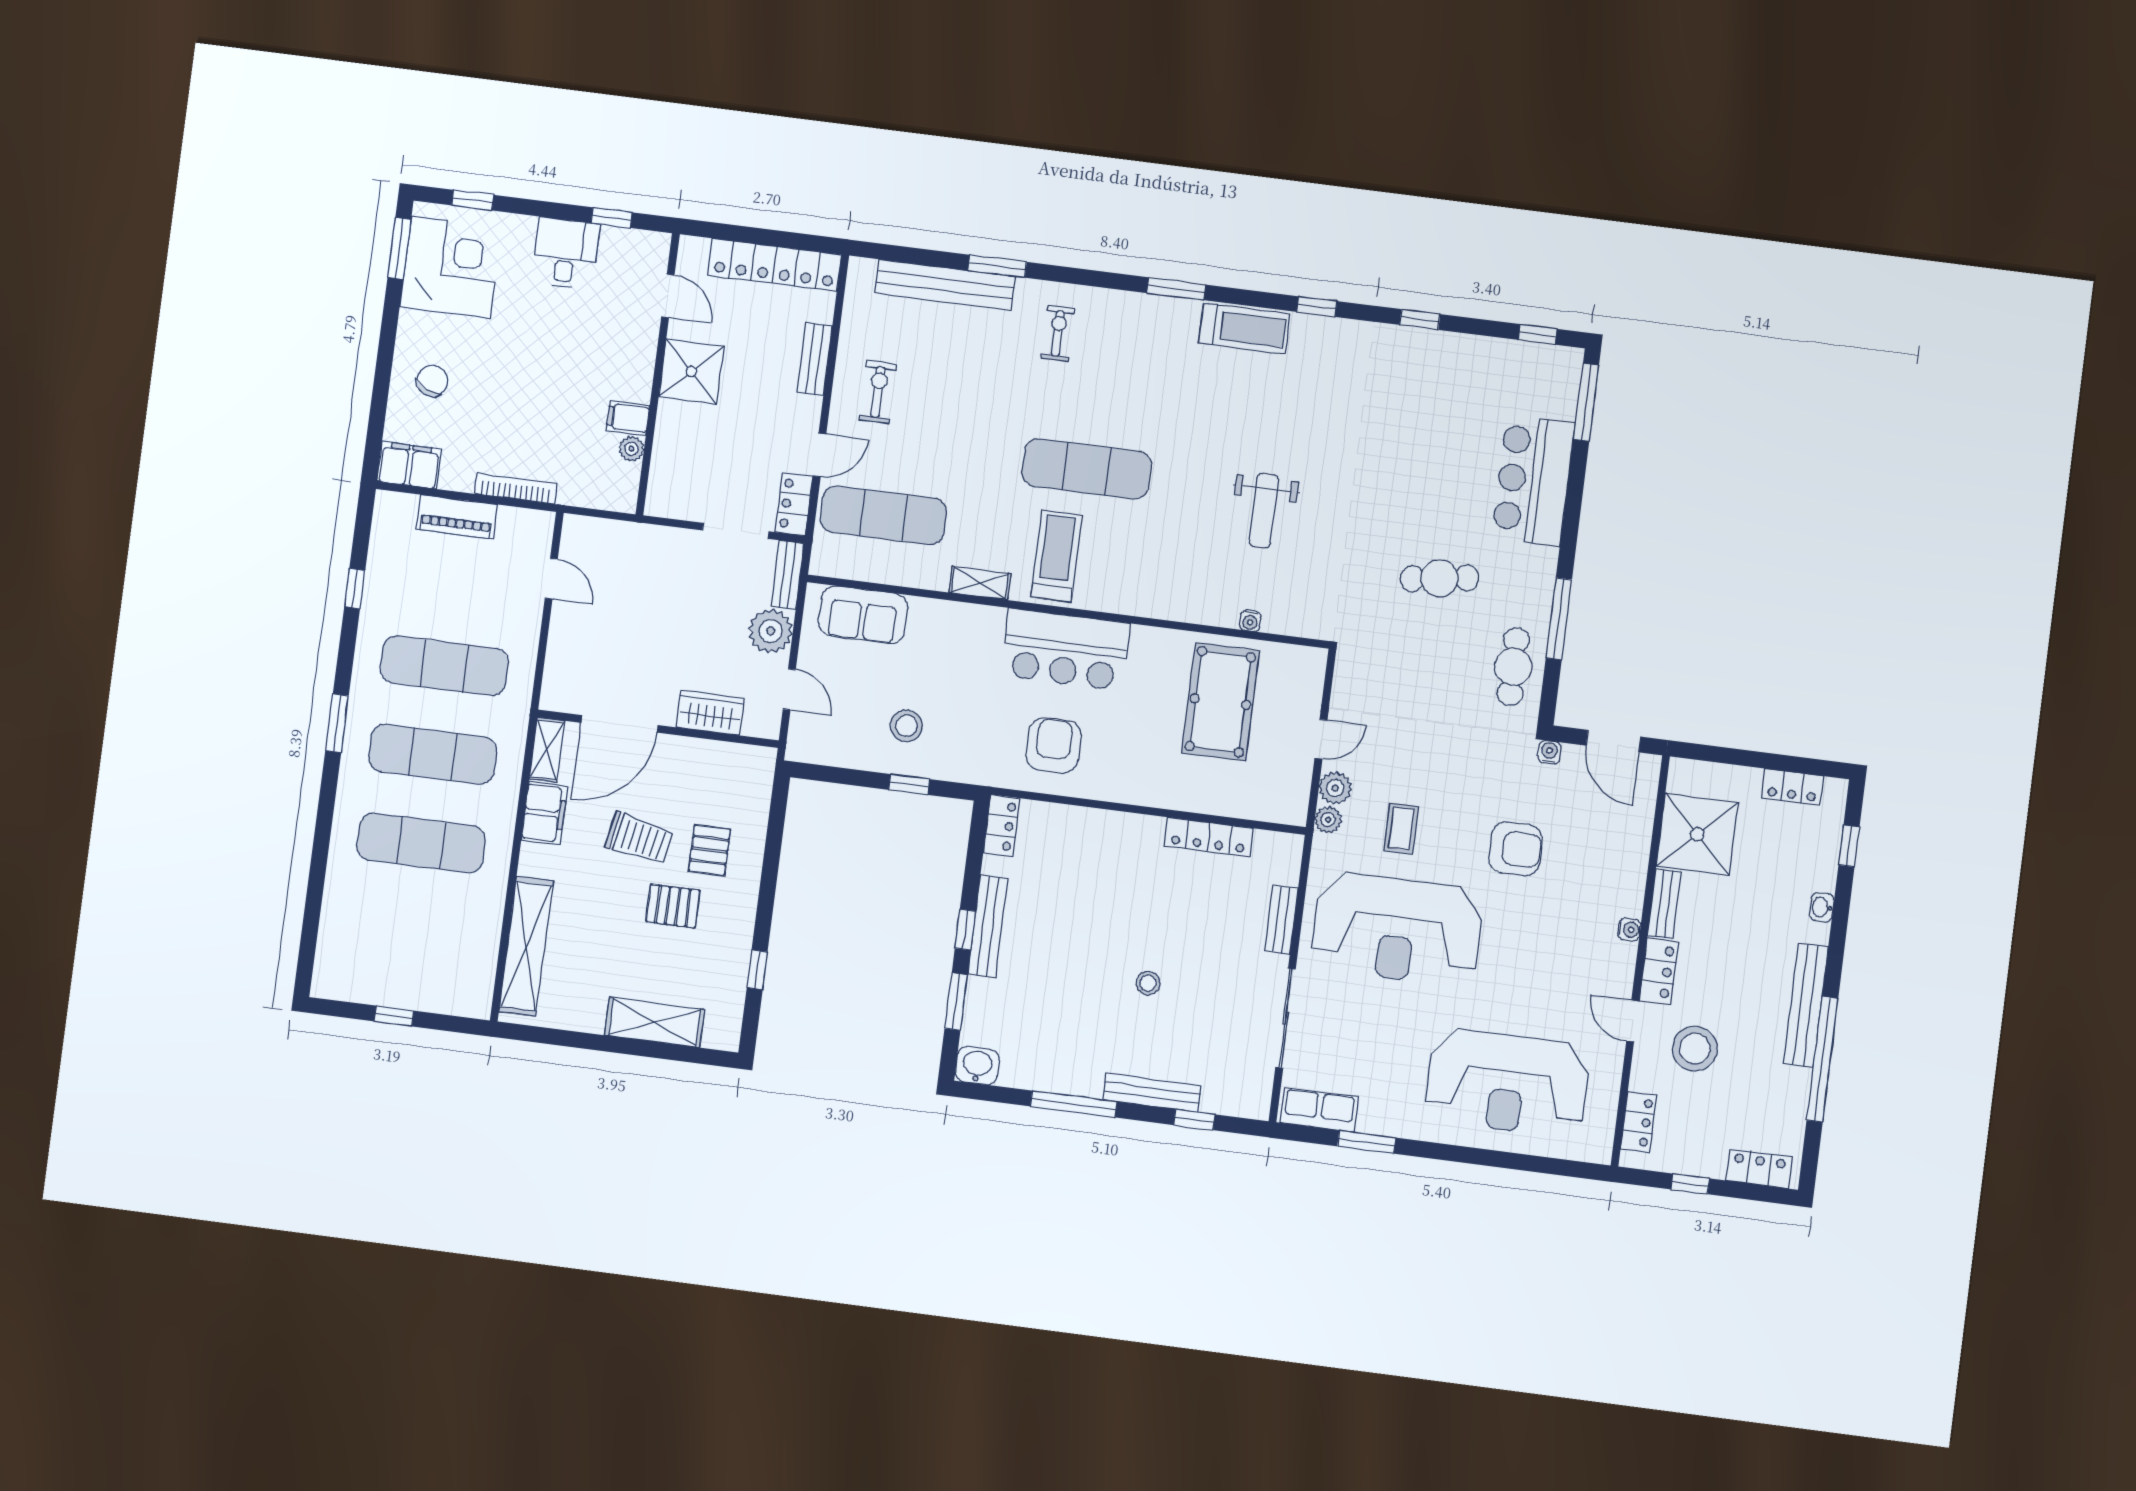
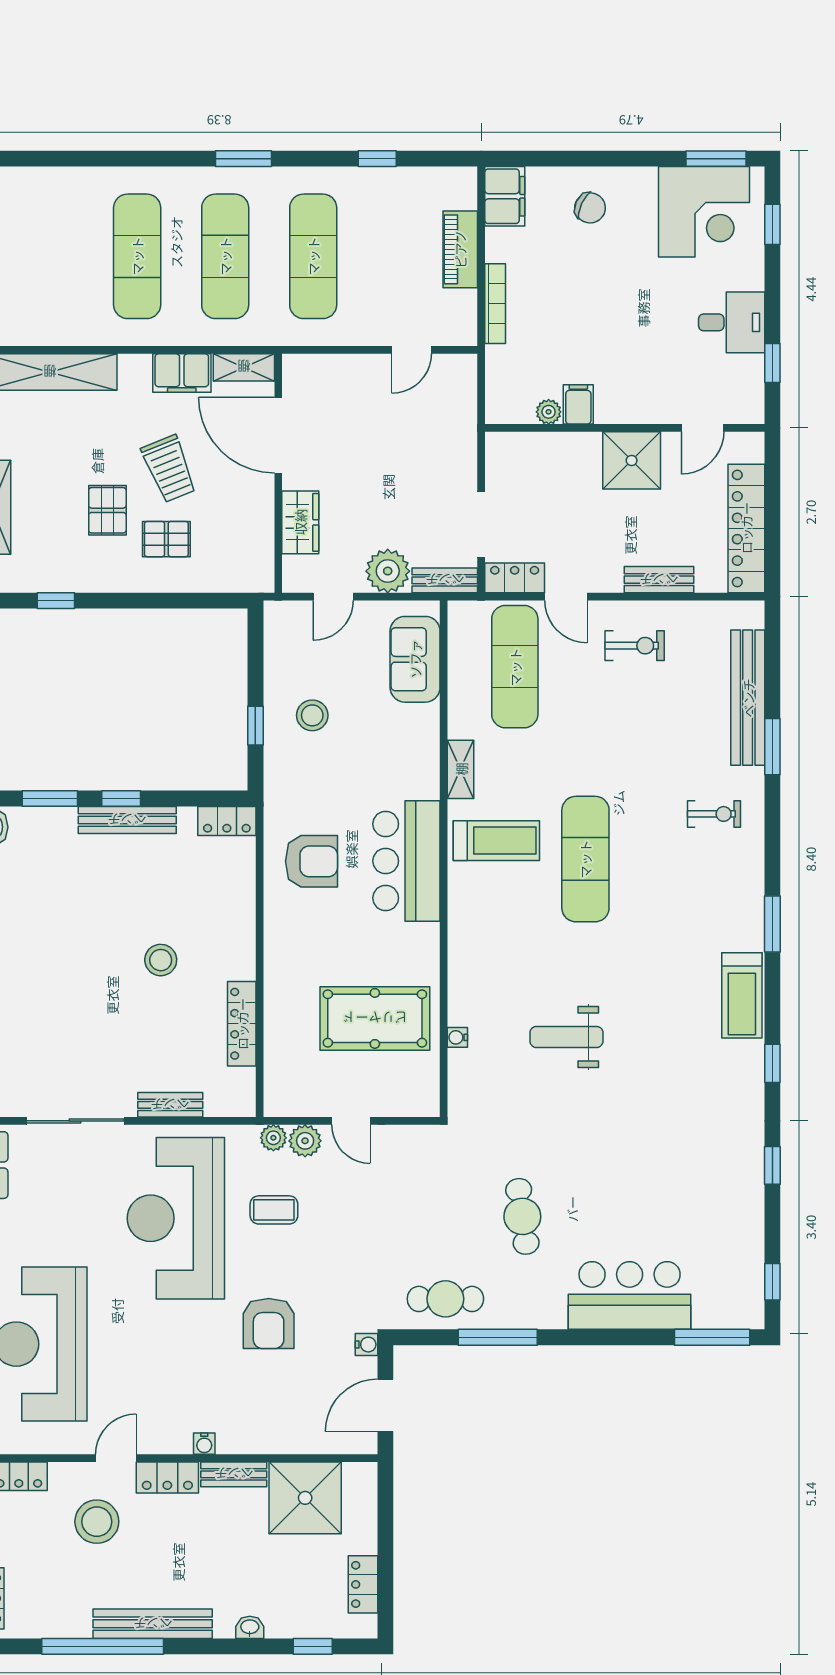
trolley: (639, 838) -> (169, 469), turned -33
stool: (1148, 983) -> (161, 960), moved, width x1.37, depth x1.37

